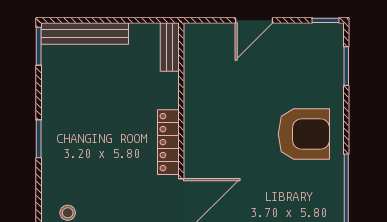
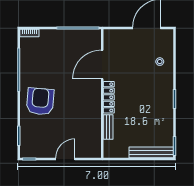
bench: (170, 47) -> (108, 127), moved
armchair: (304, 134) -> (40, 101), turned 95

